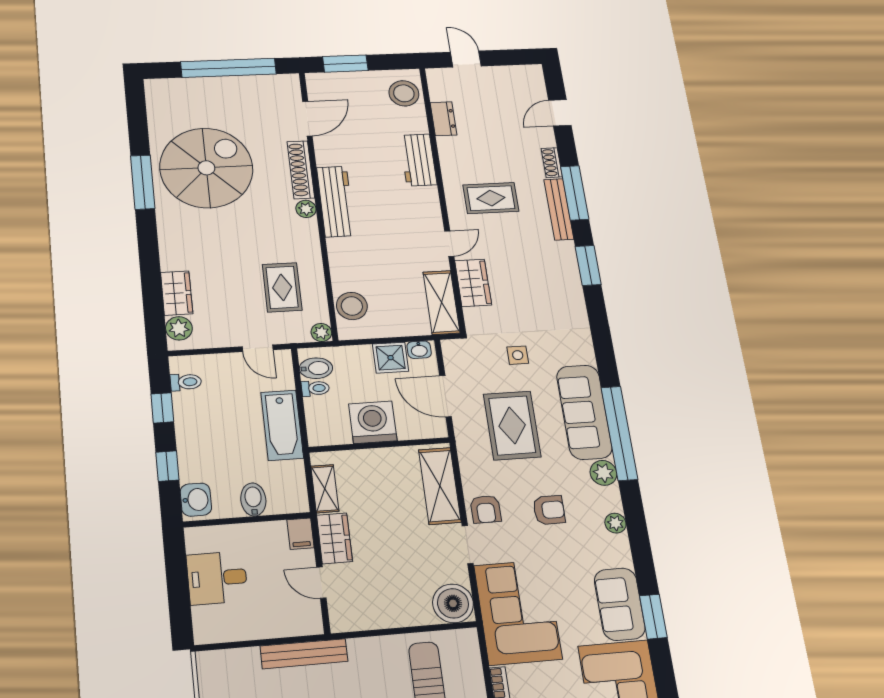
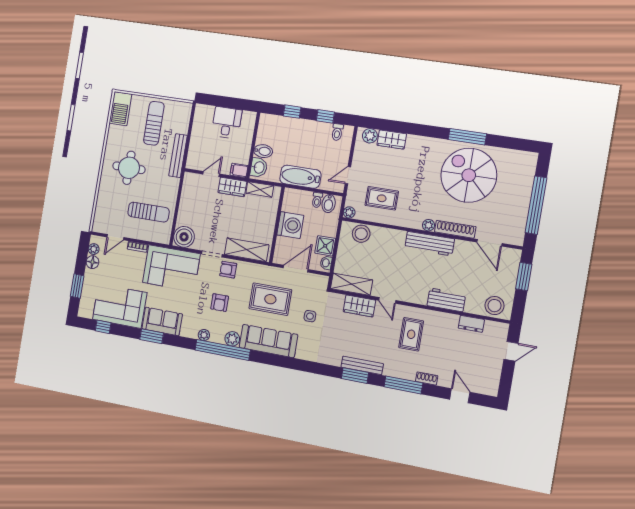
spiral stairs: (206, 168) -> (469, 175), turned 180
bench: (559, 209) -> (362, 365), moved
window: (619, 433) -> (223, 350), moved
washbasin: (196, 500) -> (259, 167), moved, turned -90

